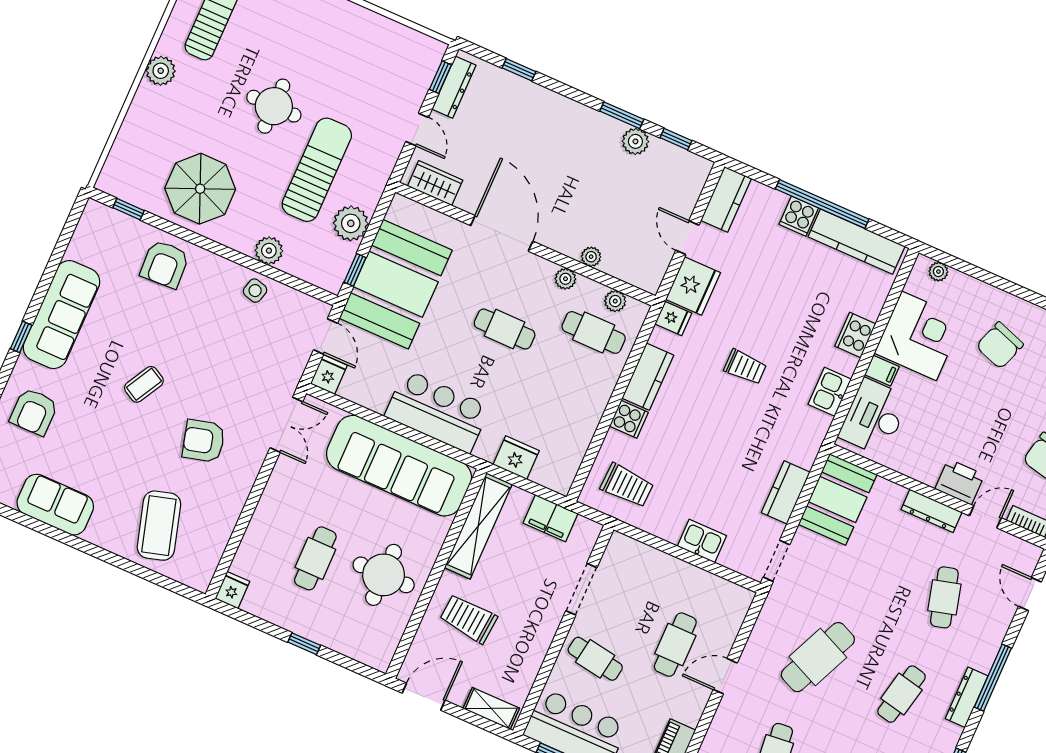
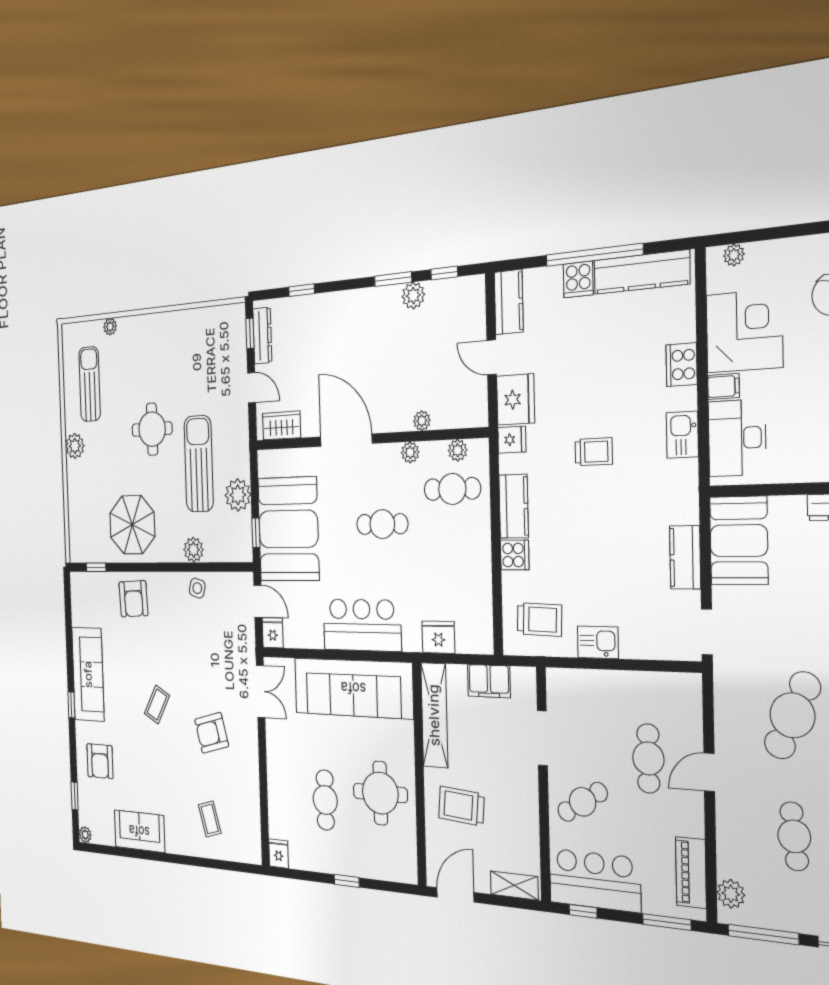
coffee table: (159, 526) -> (210, 819), width x0.54, depth x0.58
kitchen sink: (702, 541) -> (598, 642), moved
cafe table: (595, 659) -> (583, 802), turned -41

